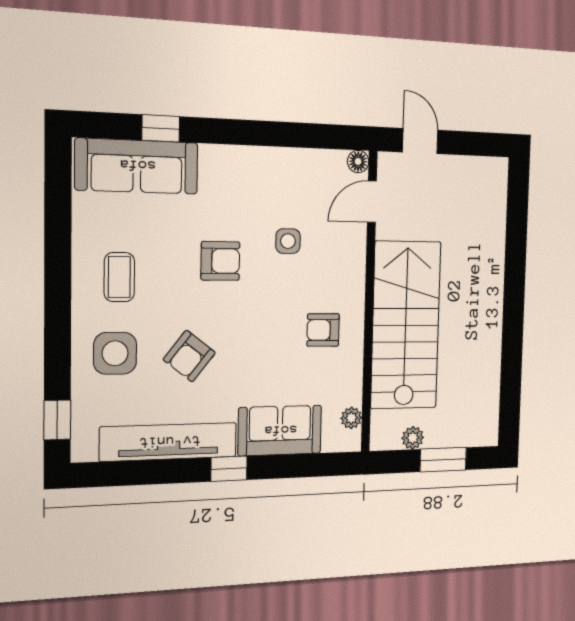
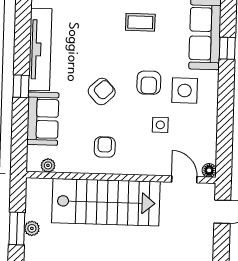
side table: (115, 353) -> (185, 91), moved
armchair: (189, 356) -> (102, 92), moved, turned 99
plant: (413, 438) -> (32, 228), moved

